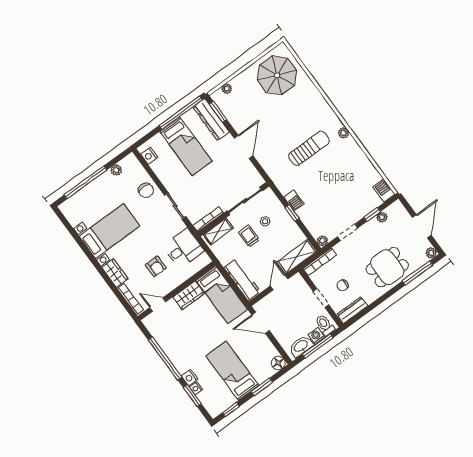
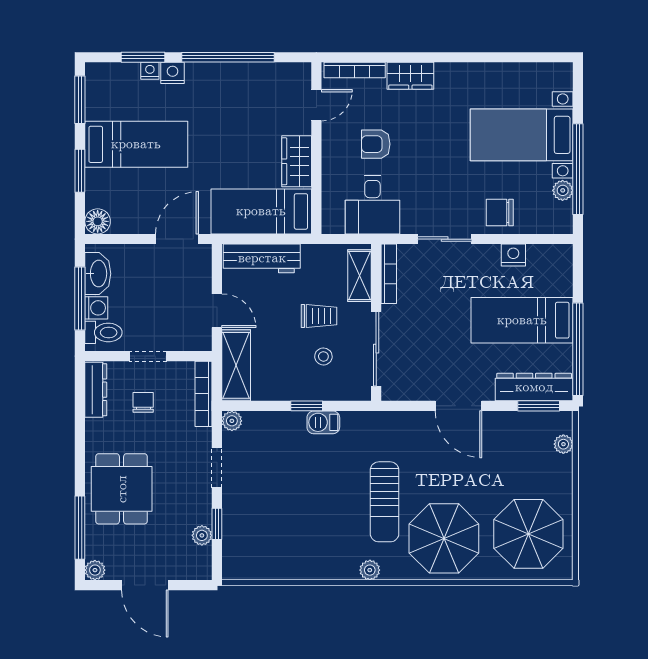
parasol: (306, 111) -> (444, 538), added
nightstand: (149, 156) -> (513, 255), moved
window: (85, 182) -> (578, 169), moved
barbecue: (384, 191) -> (240, 568), removed
bed with nightstands: (109, 231) -> (522, 135), moved, turned 90
window: (231, 410) -> (80, 100), width x1.50

